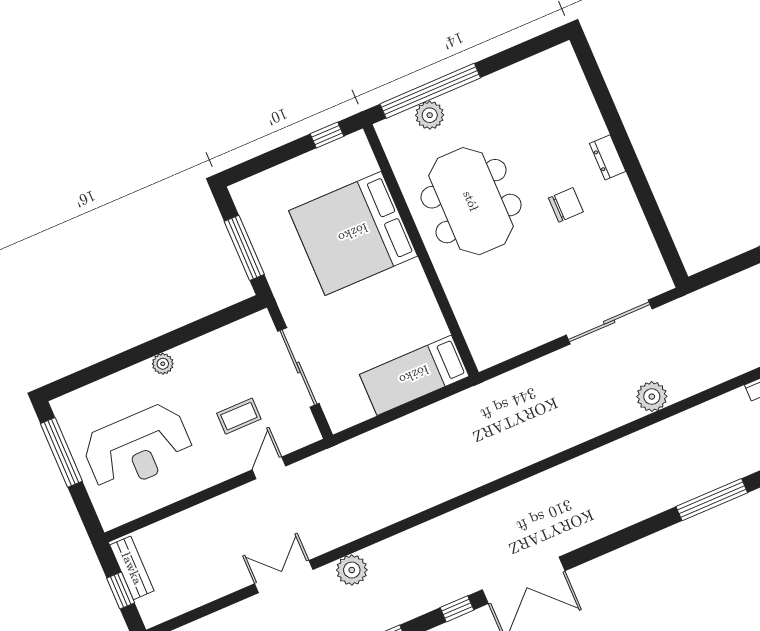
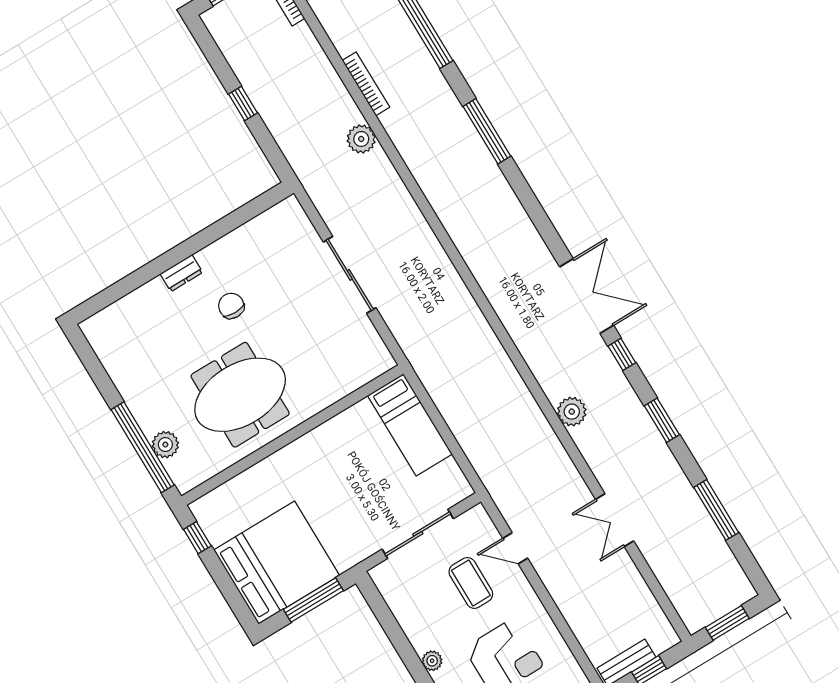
bed: (353, 233) -> (277, 563), moved, turned -90
sliding door: (609, 322) -> (350, 275), moved
plant: (652, 397) -> (361, 139), moved
coffee table: (239, 416) -> (471, 583), width x1.36, depth x1.30
plant: (352, 570) -> (572, 412), moved

